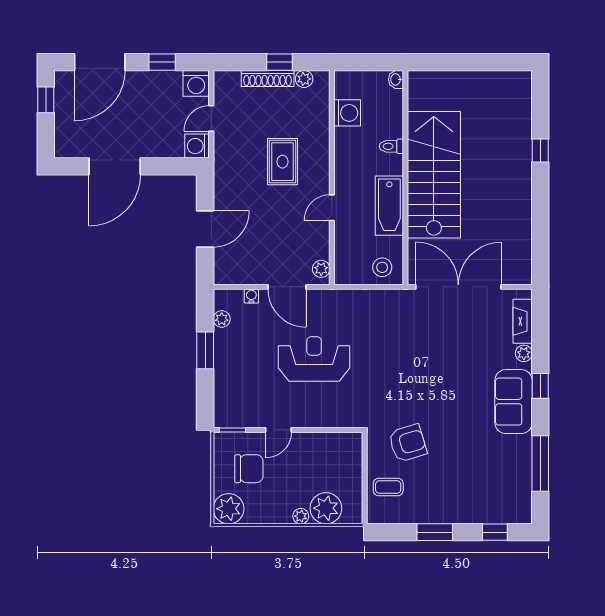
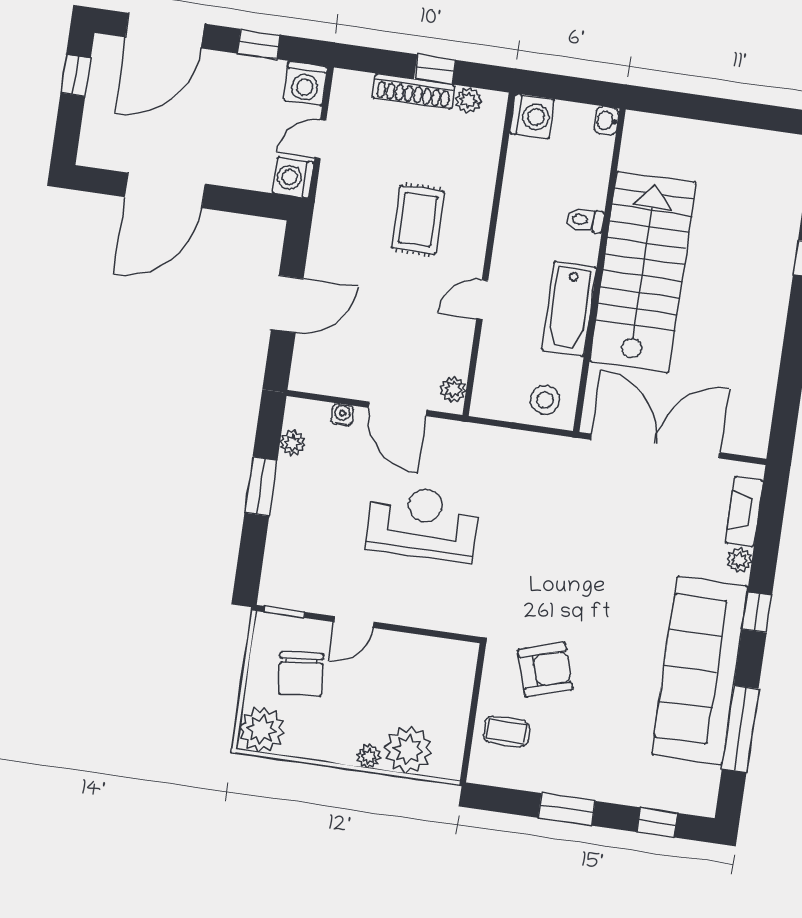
washing machine: (347, 113) -> (532, 116), moved
sofa: (514, 402) -> (700, 670), width x1.85, depth x1.27
chair: (249, 469) -> (301, 674), turned 84

